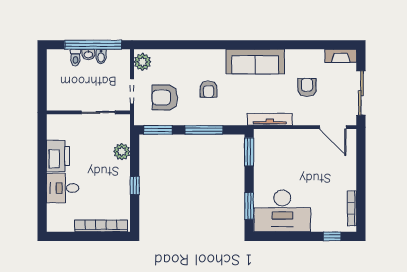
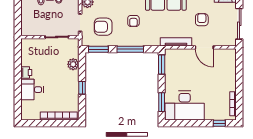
door: (333, 127) -> (204, 47), moved
printer: (58, 156) -> (26, 73), width x0.53, depth x0.68

